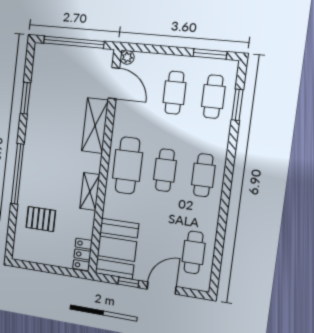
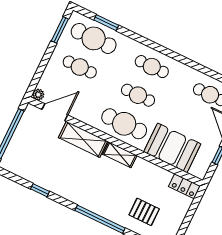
cafe table: (213, 97) -> (94, 38), width x1.37, depth x1.35
window: (25, 98) -> (40, 190), width x0.67
shelving: (90, 192) -> (120, 155), moved
pallet: (41, 219) -> (144, 212), turned 90
booth: (117, 249) -> (172, 148), moved

